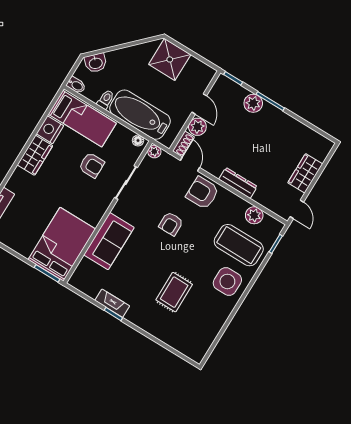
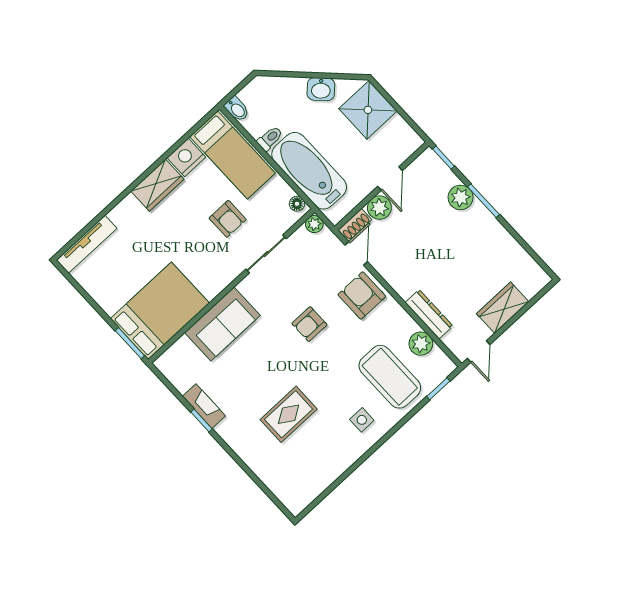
washbasin: (96, 63) -> (321, 89), moved
dresser: (238, 183) -> (429, 314), moved
side table: (227, 281) -> (362, 420), width x0.54, depth x0.54

